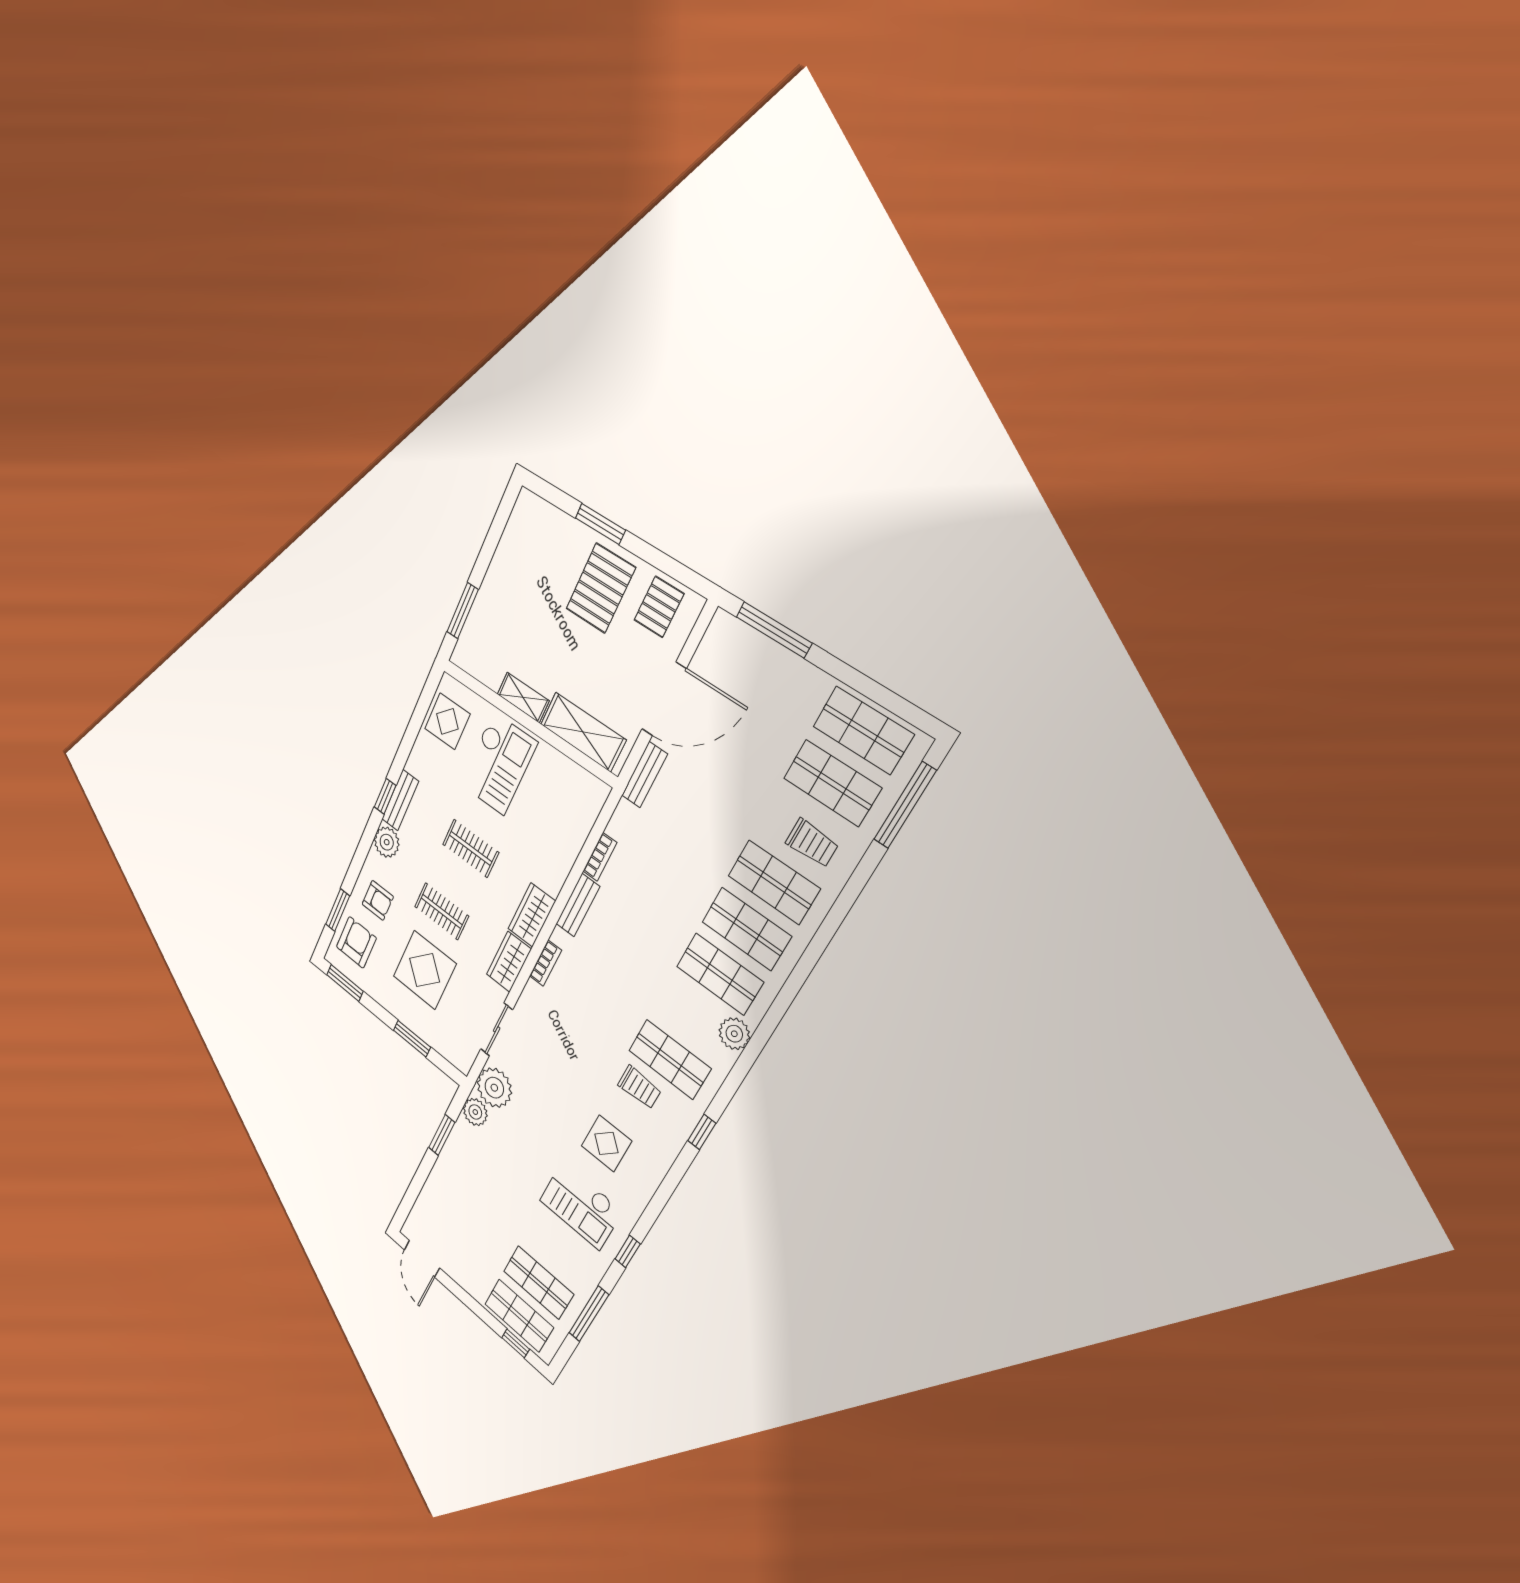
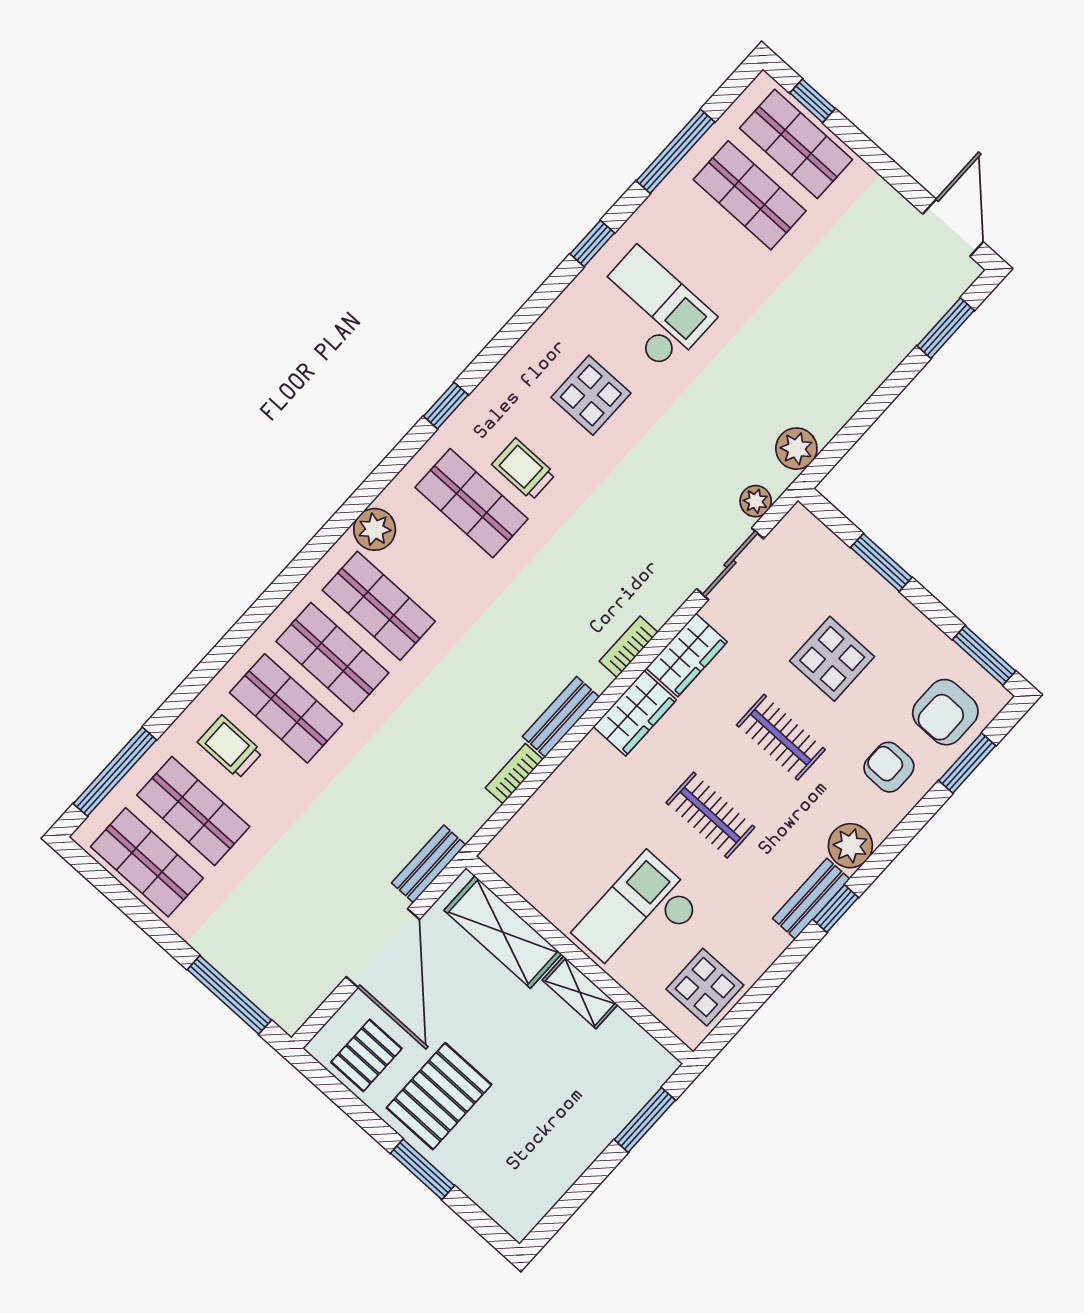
door: (664, 699) -> (383, 948), swing flipped
display table: (425, 970) -> (832, 659), width x0.73, depth x0.73
plant: (494, 1088) -> (756, 501), width x0.53, depth x0.53
window: (442, 1135) -> (946, 328), moved

